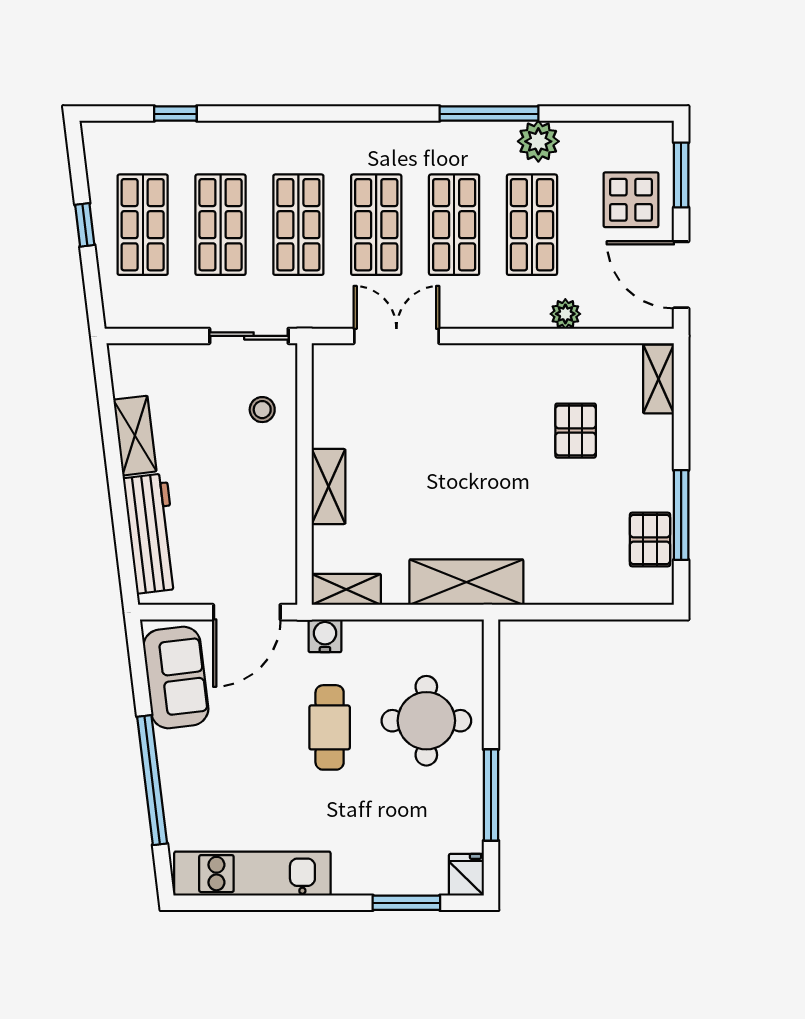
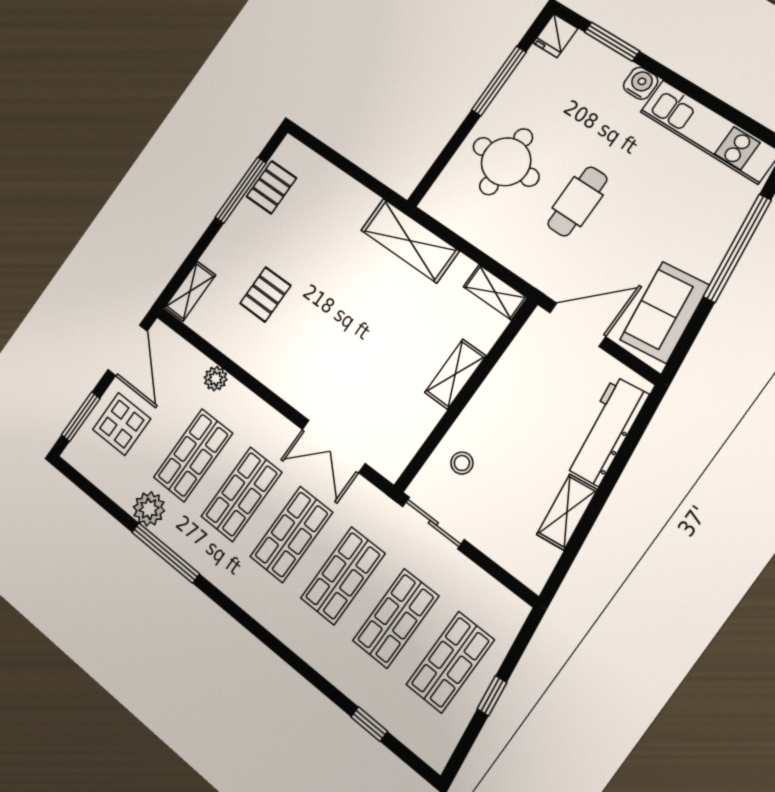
water cooler: (325, 636) -> (641, 83), moved, turned 180

